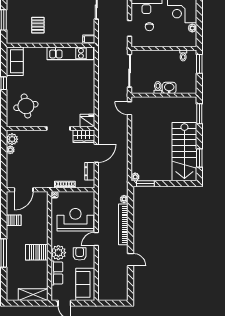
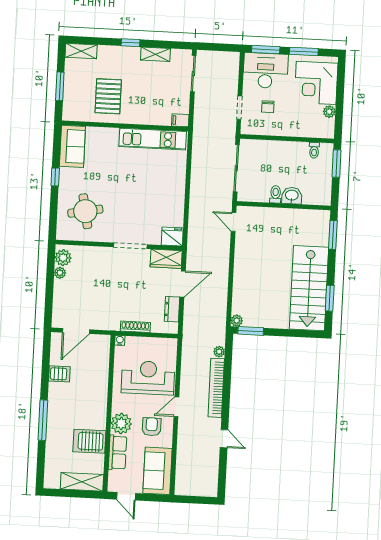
pallet: (38, 25) -> (108, 96), width x1.50, depth x1.42
server rack: (37, 252) -> (89, 441), moved

